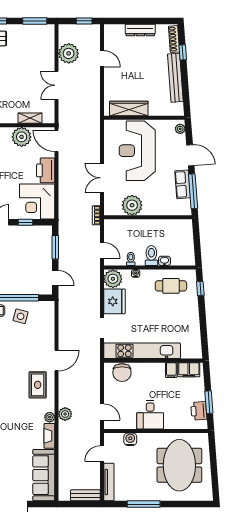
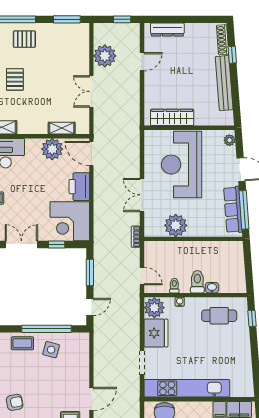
dresser: (140, 30) -> (167, 30), moved
door: (102, 59) -> (142, 62), hinge flipped
row of seats: (183, 184) -> (233, 210), width x1.48
door: (55, 278) -> (90, 307), hinge flipped

